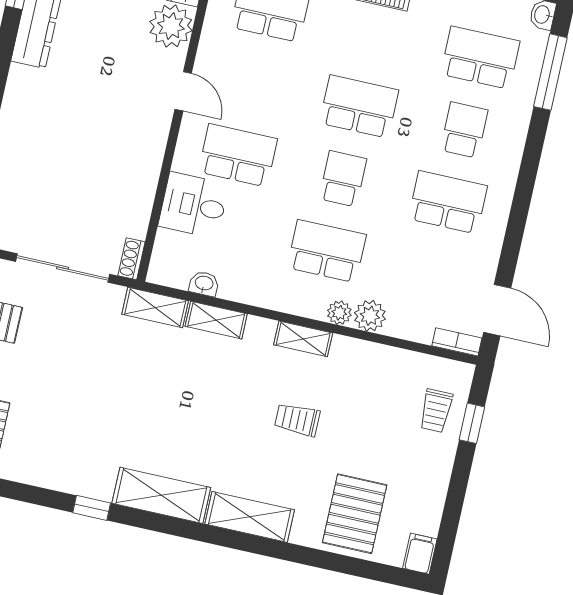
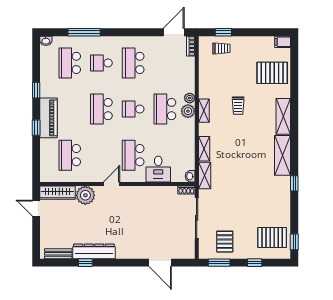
window: (550, 72) -> (84, 32), moved
washbasin: (204, 284) -> (190, 176), moved
plant: (370, 316) -> (188, 111), moved

